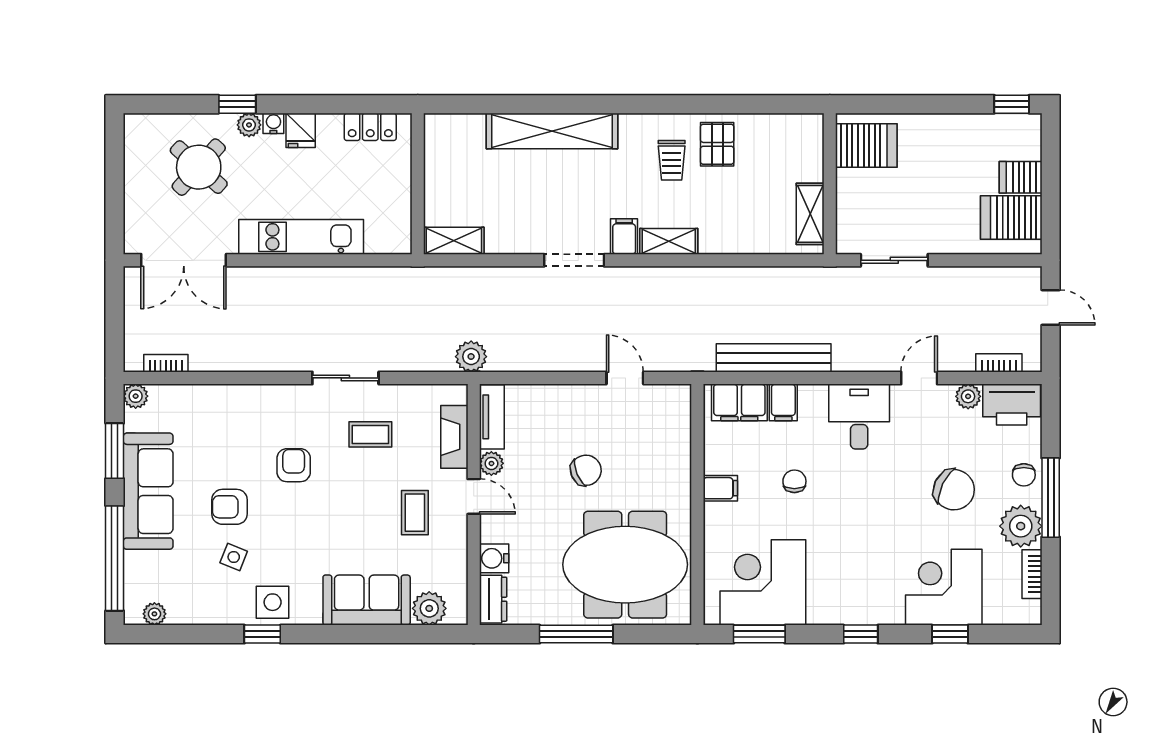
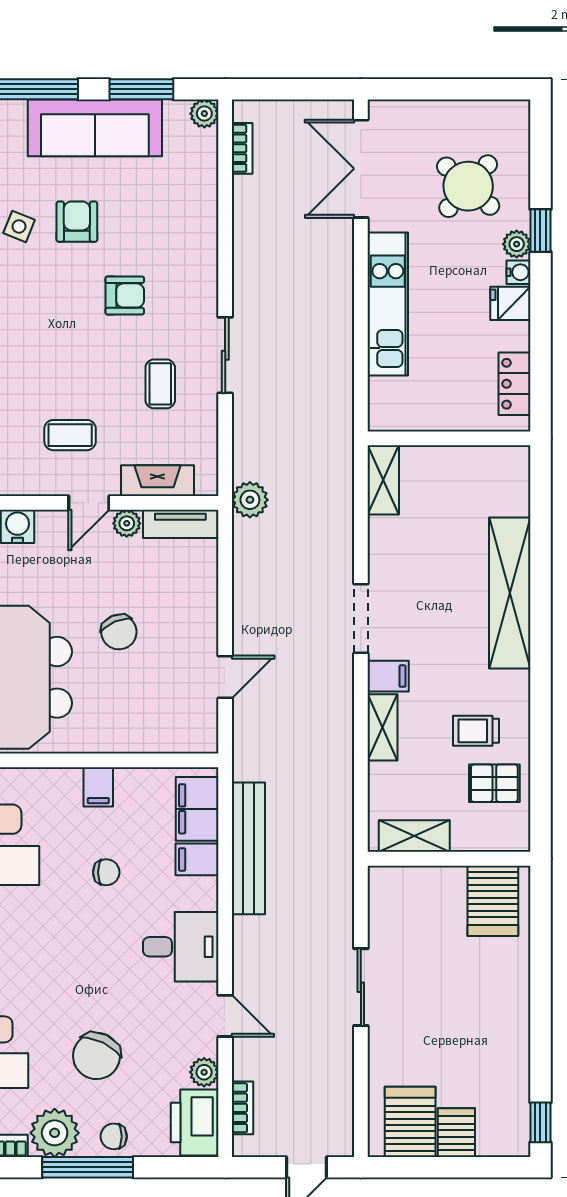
server rack: (866, 146) -> (493, 901), moved
wall: (830, 184) -> (449, 859), moved
shelving: (810, 214) -> (414, 836), moved

